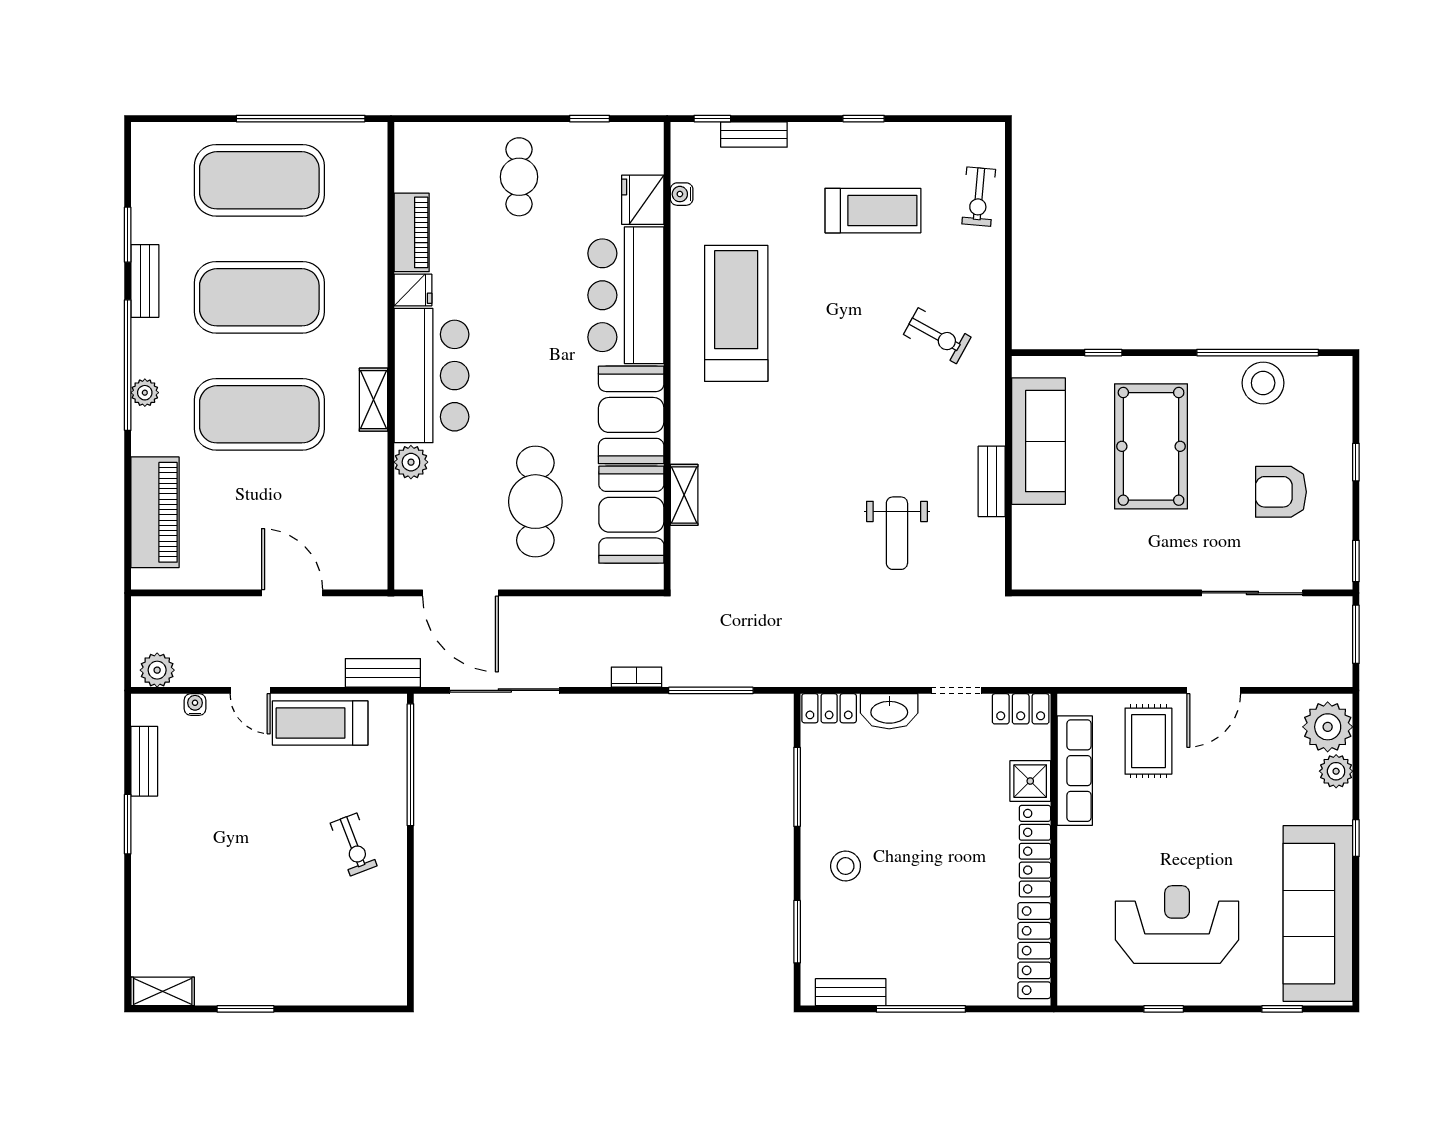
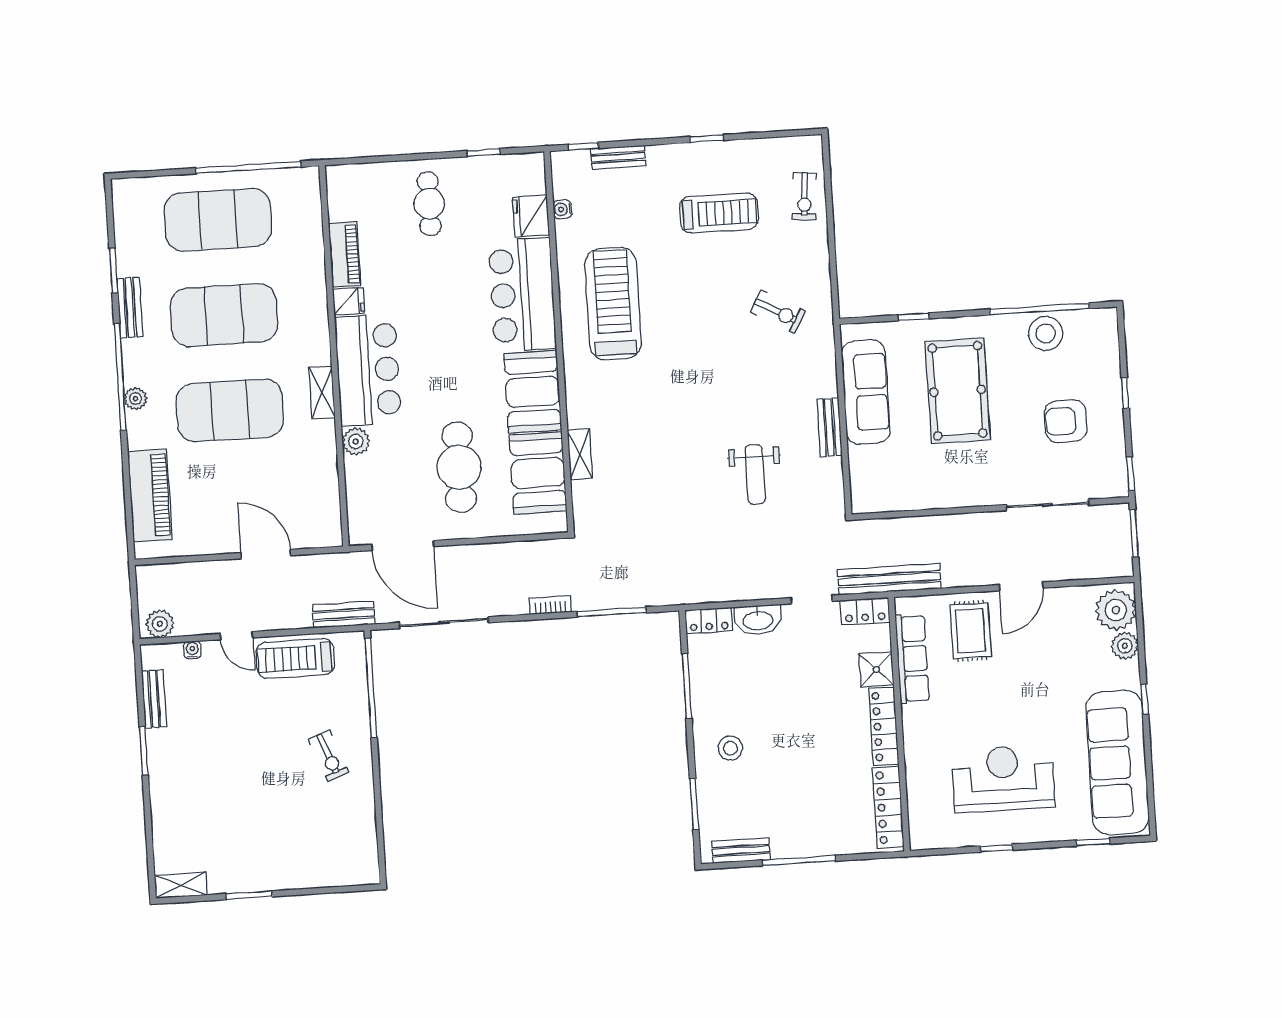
bench: (1053, 672) -> (889, 579), added

